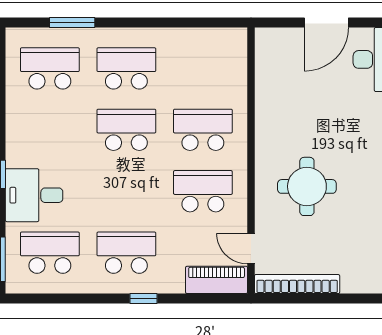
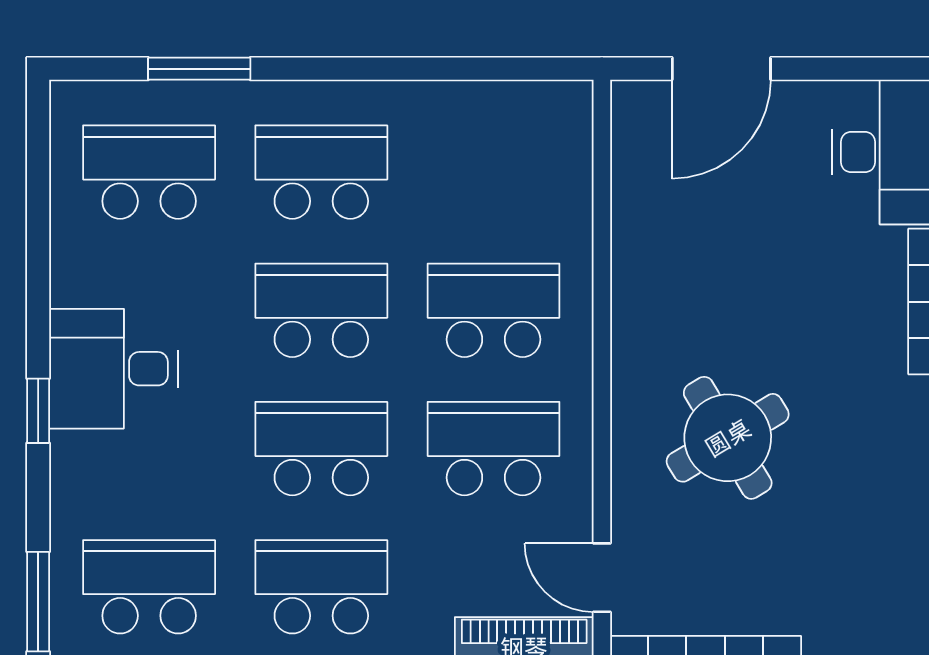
door: (326, 22) -> (721, 69), moved
round table: (307, 186) -> (728, 438), turned -31
school desk: (126, 191) -> (321, 449), added
desk: (34, 195) -> (114, 369), moved

